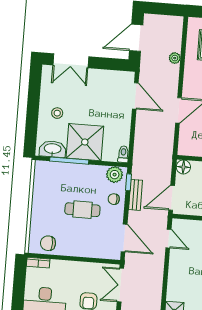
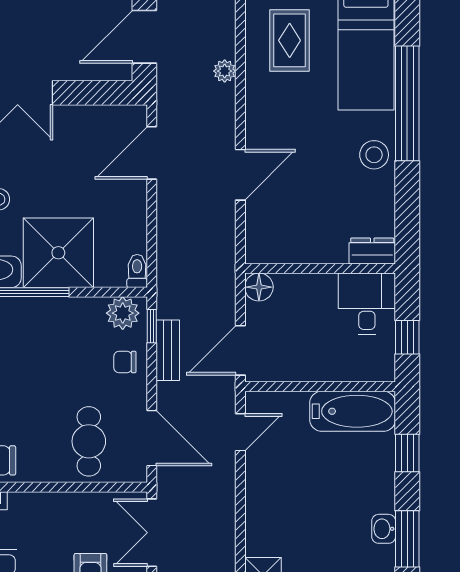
door: (135, 96) -> (152, 153), swing flipped
cafe table: (82, 210) -> (89, 441), moved, turned 90
door: (168, 239) -> (240, 432), hinge flipped

